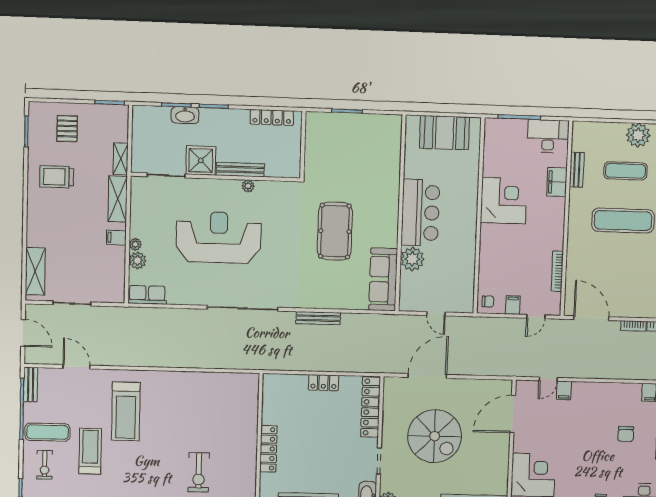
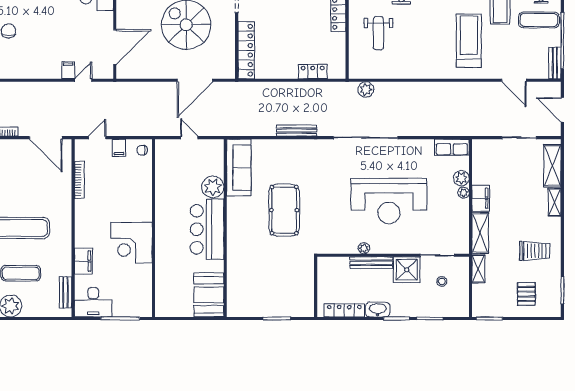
washbasin: (185, 115) -> (378, 310), moved
booth: (444, 133) -> (209, 295), moved, turned 90
stool: (162, 146) -> (442, 281), added
bench: (577, 170) -> (66, 292), moved
shelving: (33, 231) -> (555, 202), added
filing cabinet: (116, 238) -> (481, 198), width x2.00
plant: (241, 361) -> (366, 89), added
locker: (323, 383) -> (313, 72), moved
weight bench: (225, 422) -> (378, 33), added

